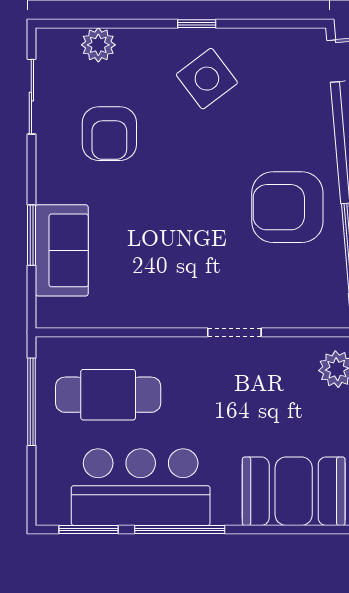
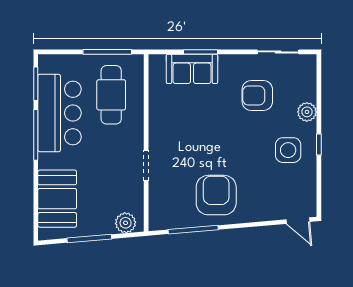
plant: (98, 45) -> (307, 112), moved
side table: (207, 79) -> (288, 150), turned 37

